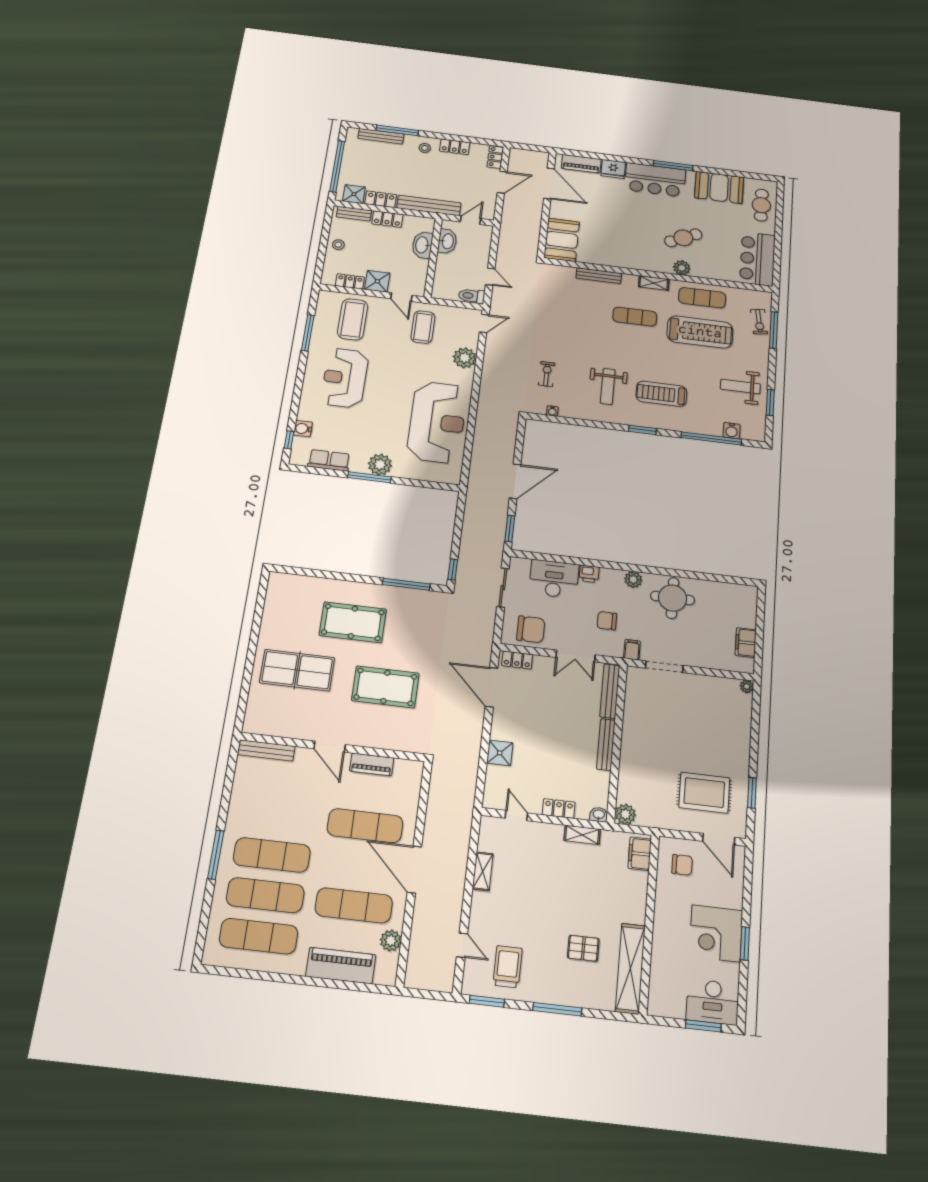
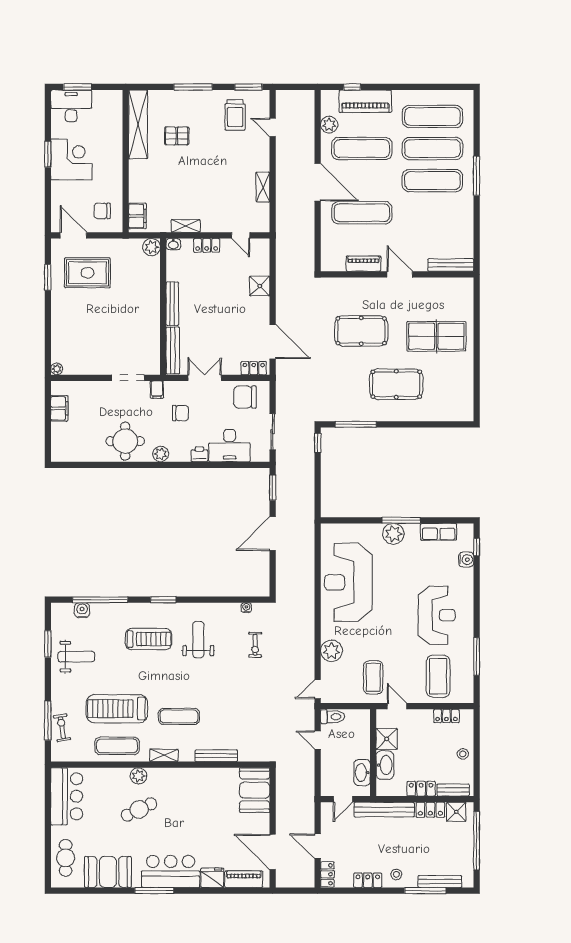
door: (502, 182) -> (318, 846), hinge flipped
shower: (377, 281) -> (387, 739), moved
window: (355, 986) -> (352, 87), added

